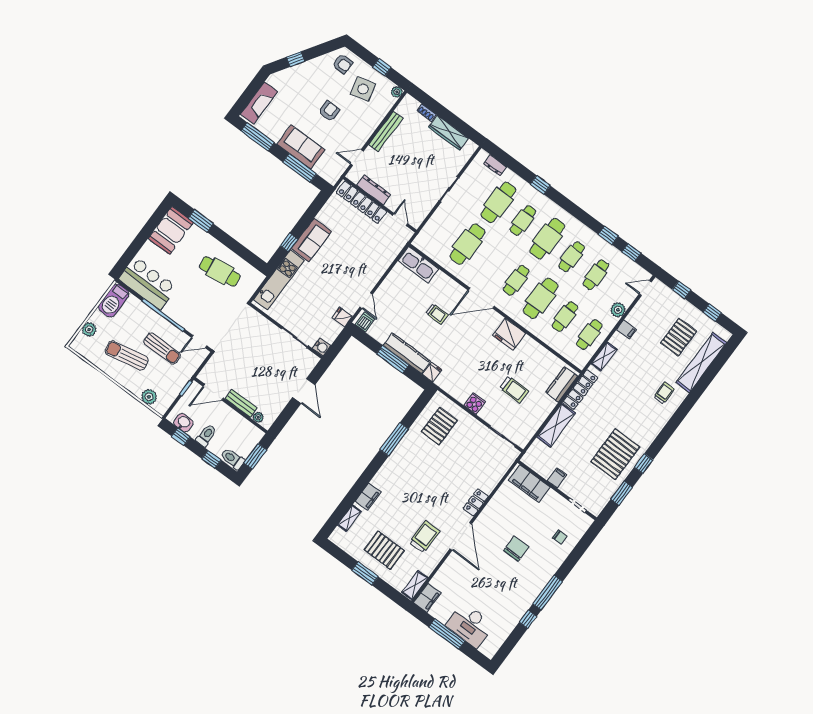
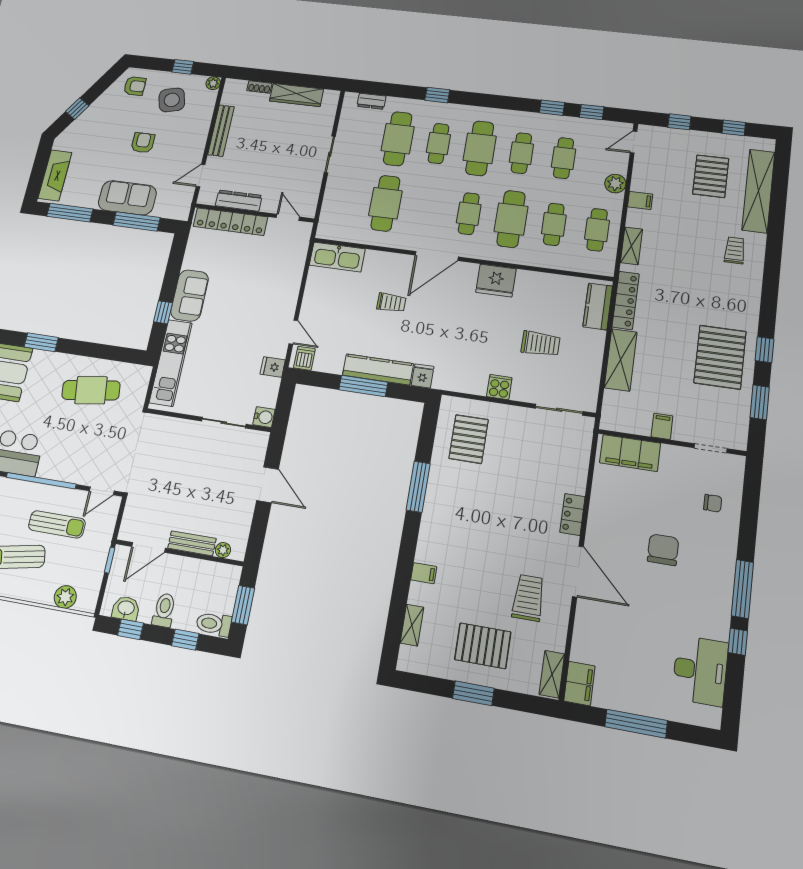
filing cabinet: (368, 497) -> (424, 573), width x0.50
desk: (470, 625) -> (700, 671), moved, turned -90

